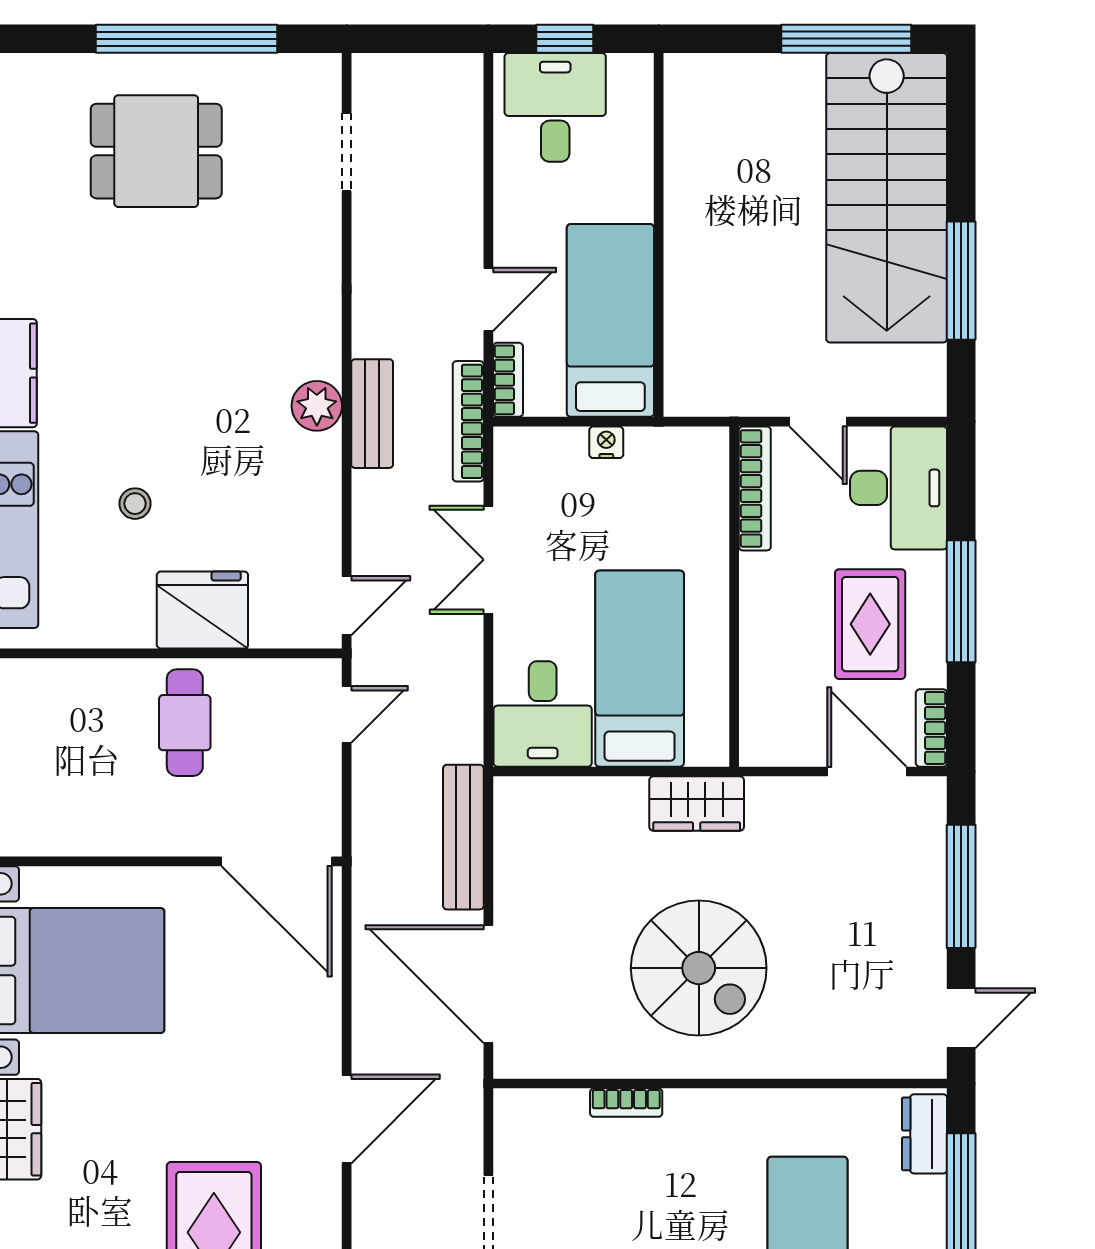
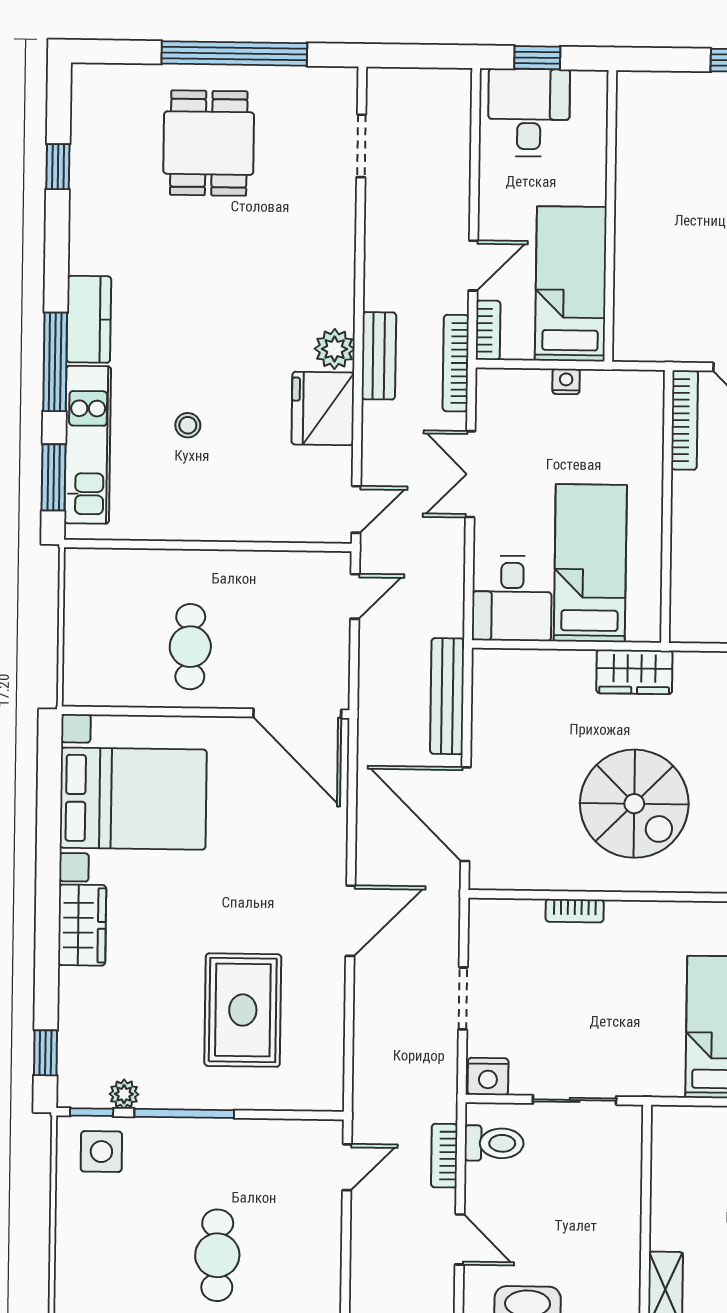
dining table: (156, 151) -> (209, 143), turned 90
fridge: (202, 610) -> (323, 408), moved, turned -90
cafe table: (185, 723) -> (190, 647), moved

